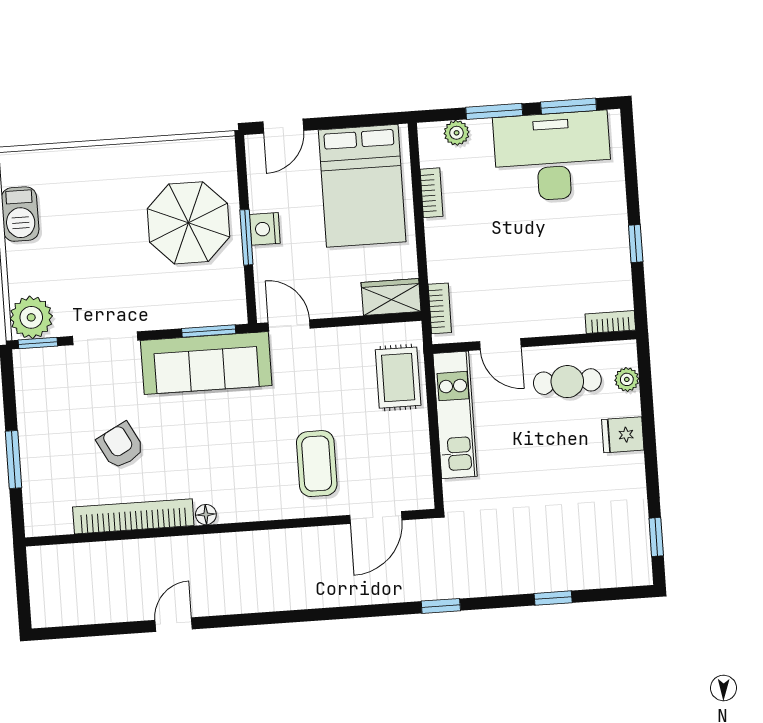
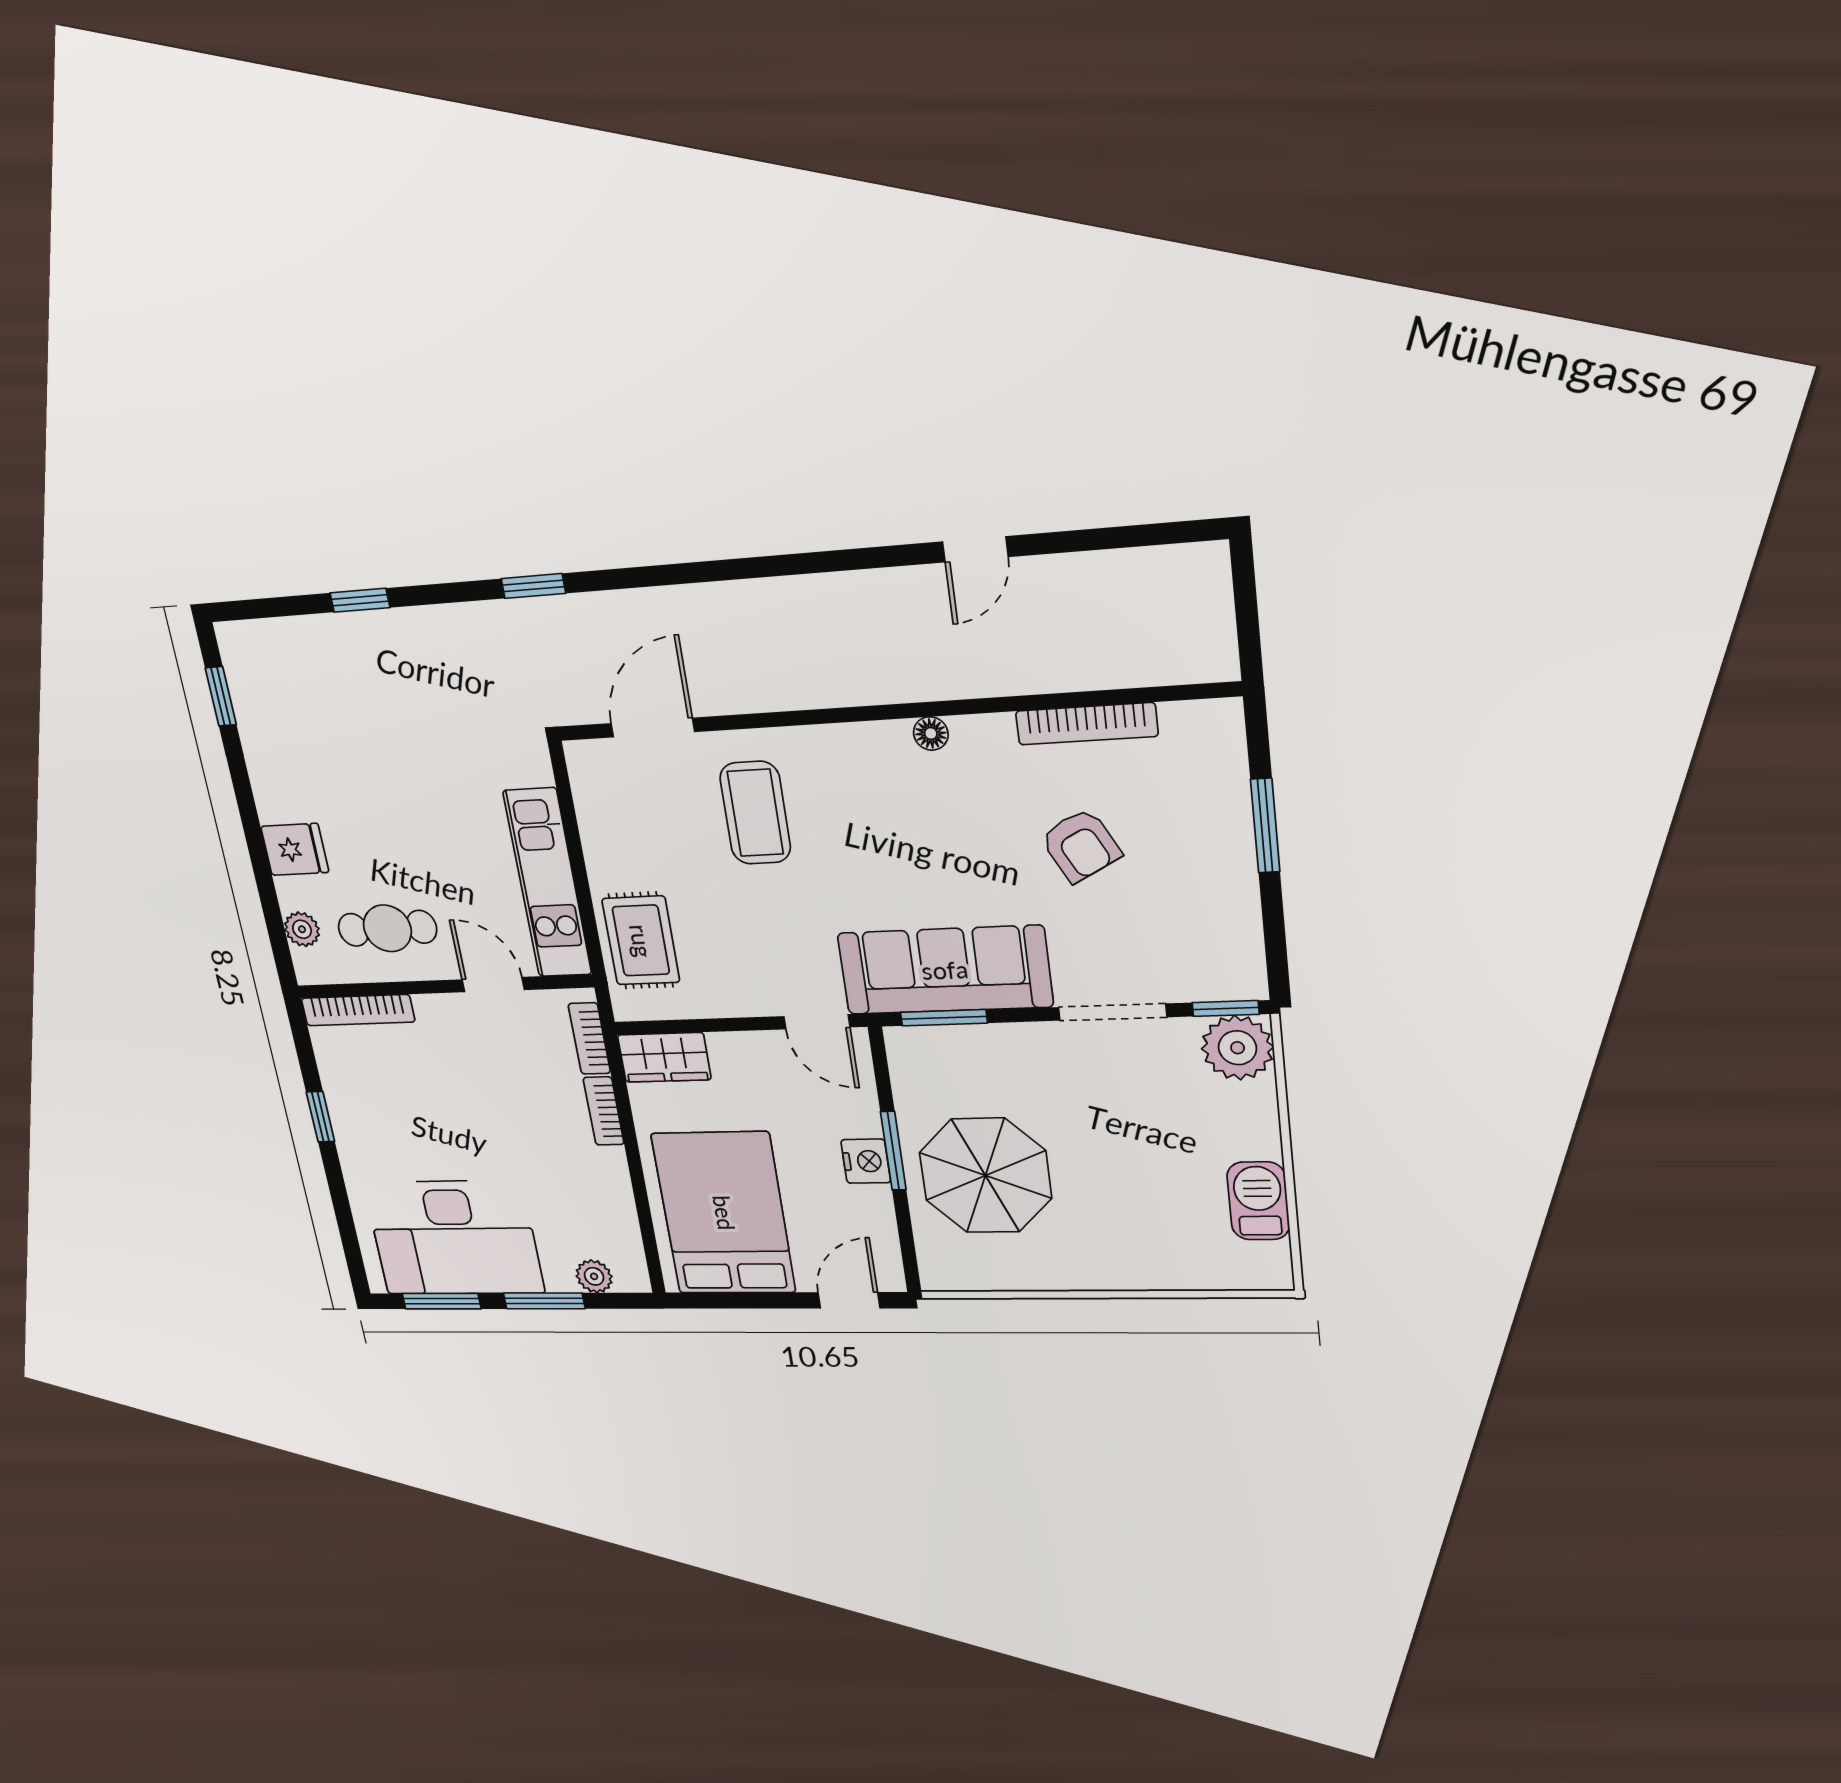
bookcase: (432, 193) -> (604, 1111), moved
bookcase: (610, 322) -> (358, 1010), width x1.56
bookcase: (133, 516) -> (1087, 724), width x0.68, depth x0.76

